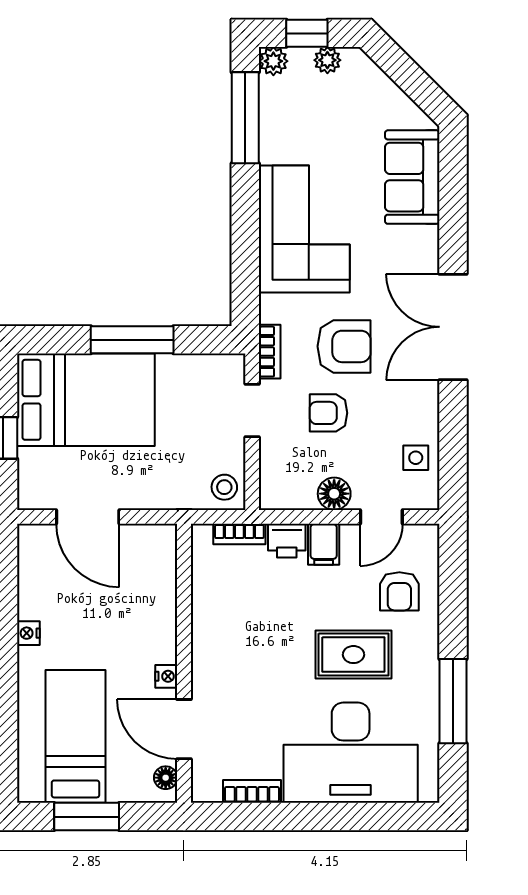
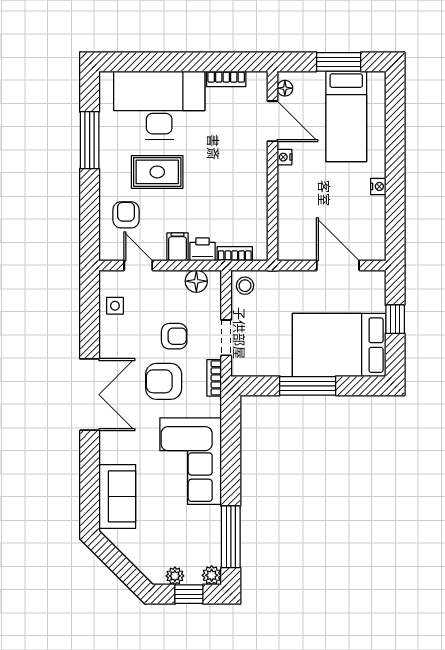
floor lamp: (334, 494) -> (196, 281), moved
door: (381, 517) -> (138, 265), hinge flipped

